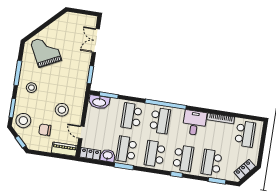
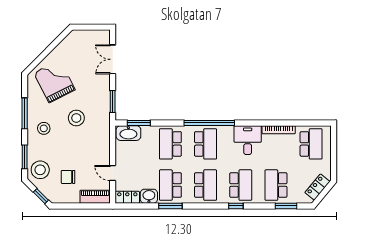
stool: (62, 110) -> (76, 118), moved
school desk: (155, 154) -> (206, 185), turned 180

